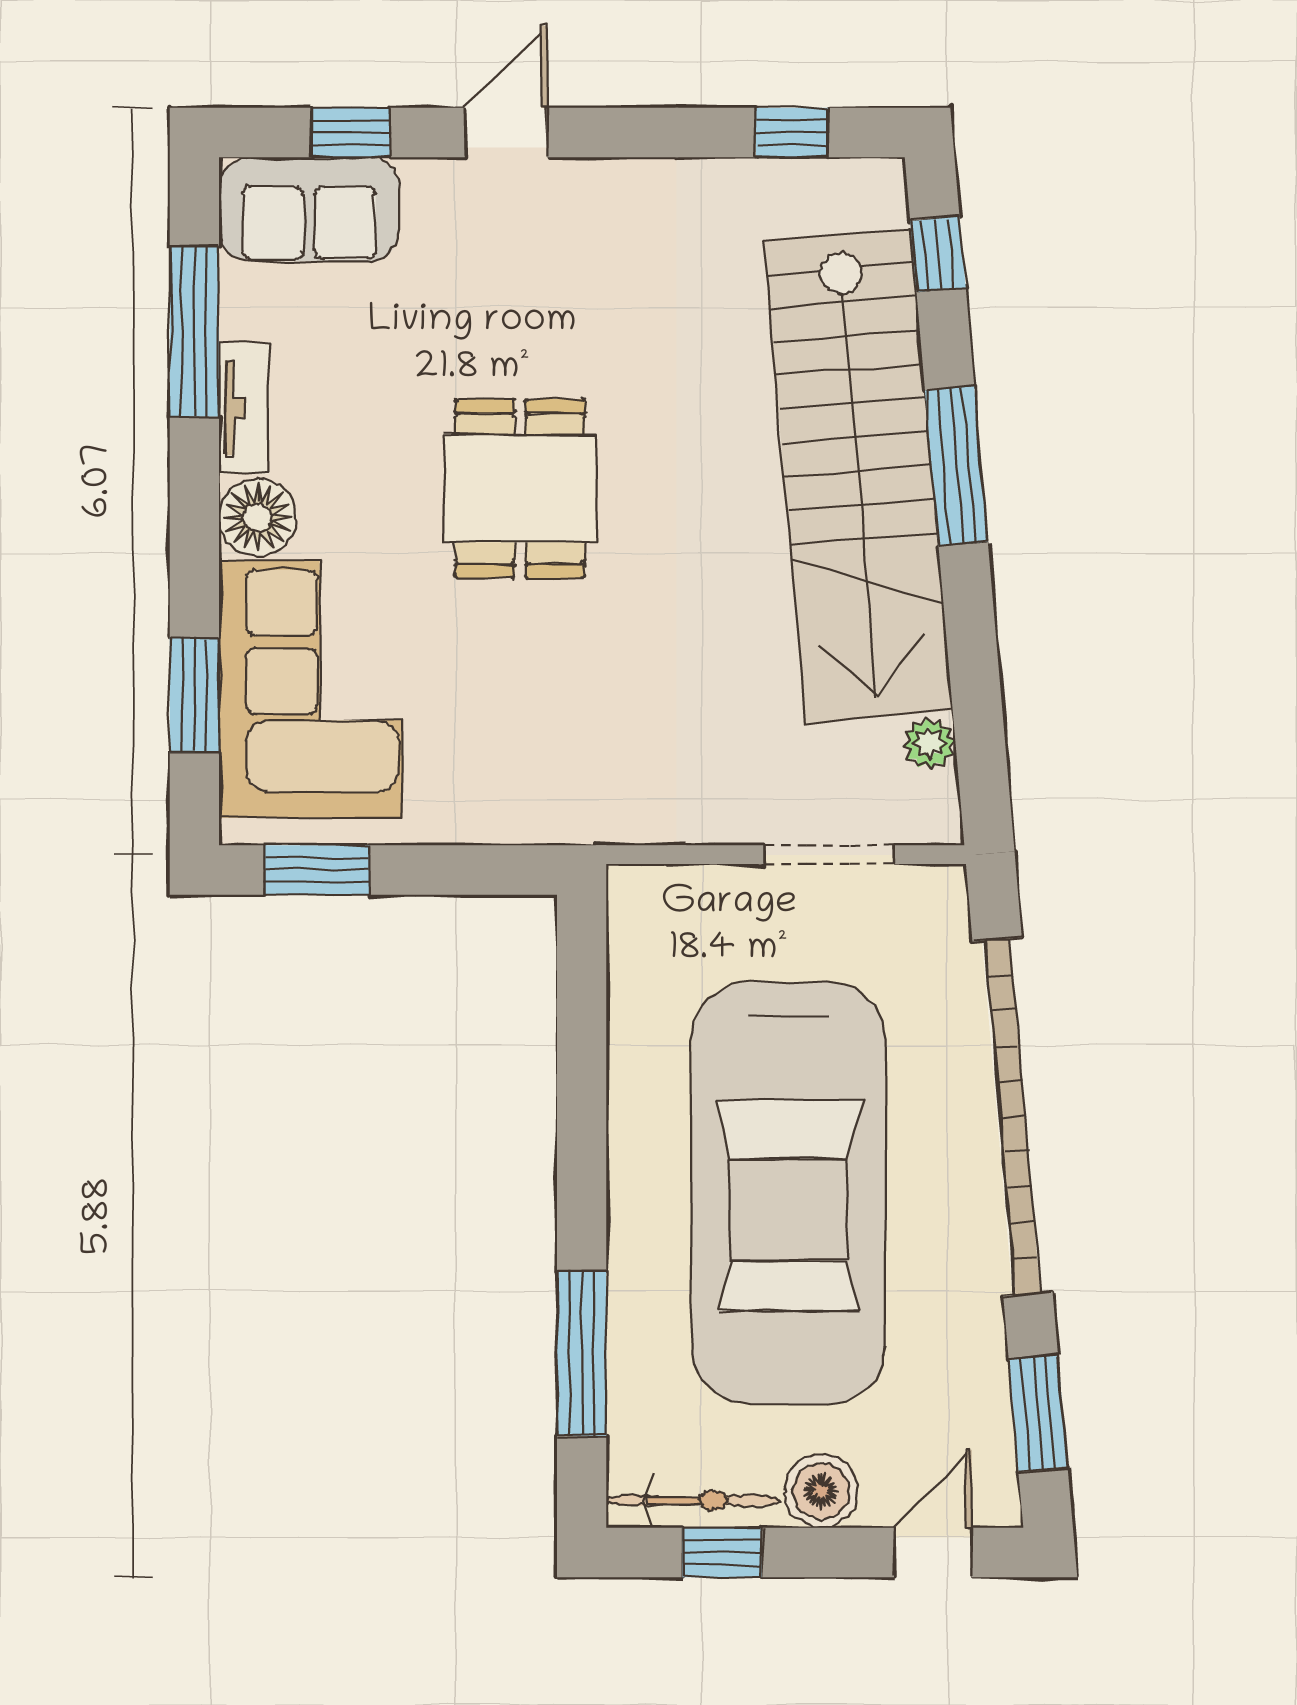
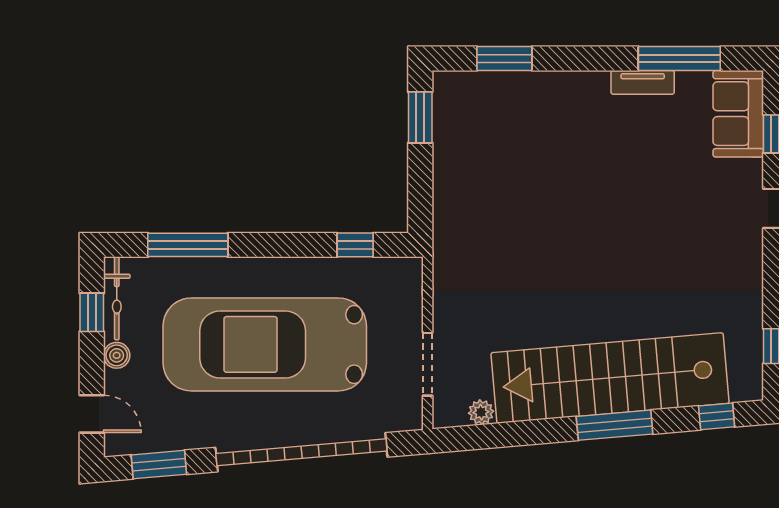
dining table: (520, 488) -> (604, 215), removed
floor lamp: (258, 517) -> (590, 89), removed
corner sofa: (310, 689) -> (507, 114), removed
window: (582, 1005) -> (355, 245), added
boiler: (821, 1491) -> (117, 355), width x0.73, depth x0.73

